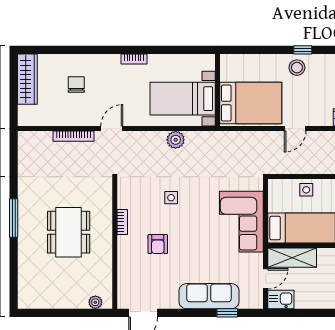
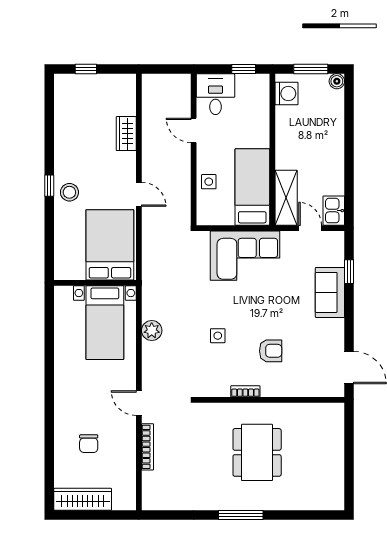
bookcase: (134, 59) -> (60, 378), removed
chair: (76, 84) -> (89, 444), turned -90
dining table: (69, 232) -> (257, 452), turned 90
sofa: (209, 296) -> (330, 292), width x0.73
plant: (95, 302) -> (337, 422), removed

